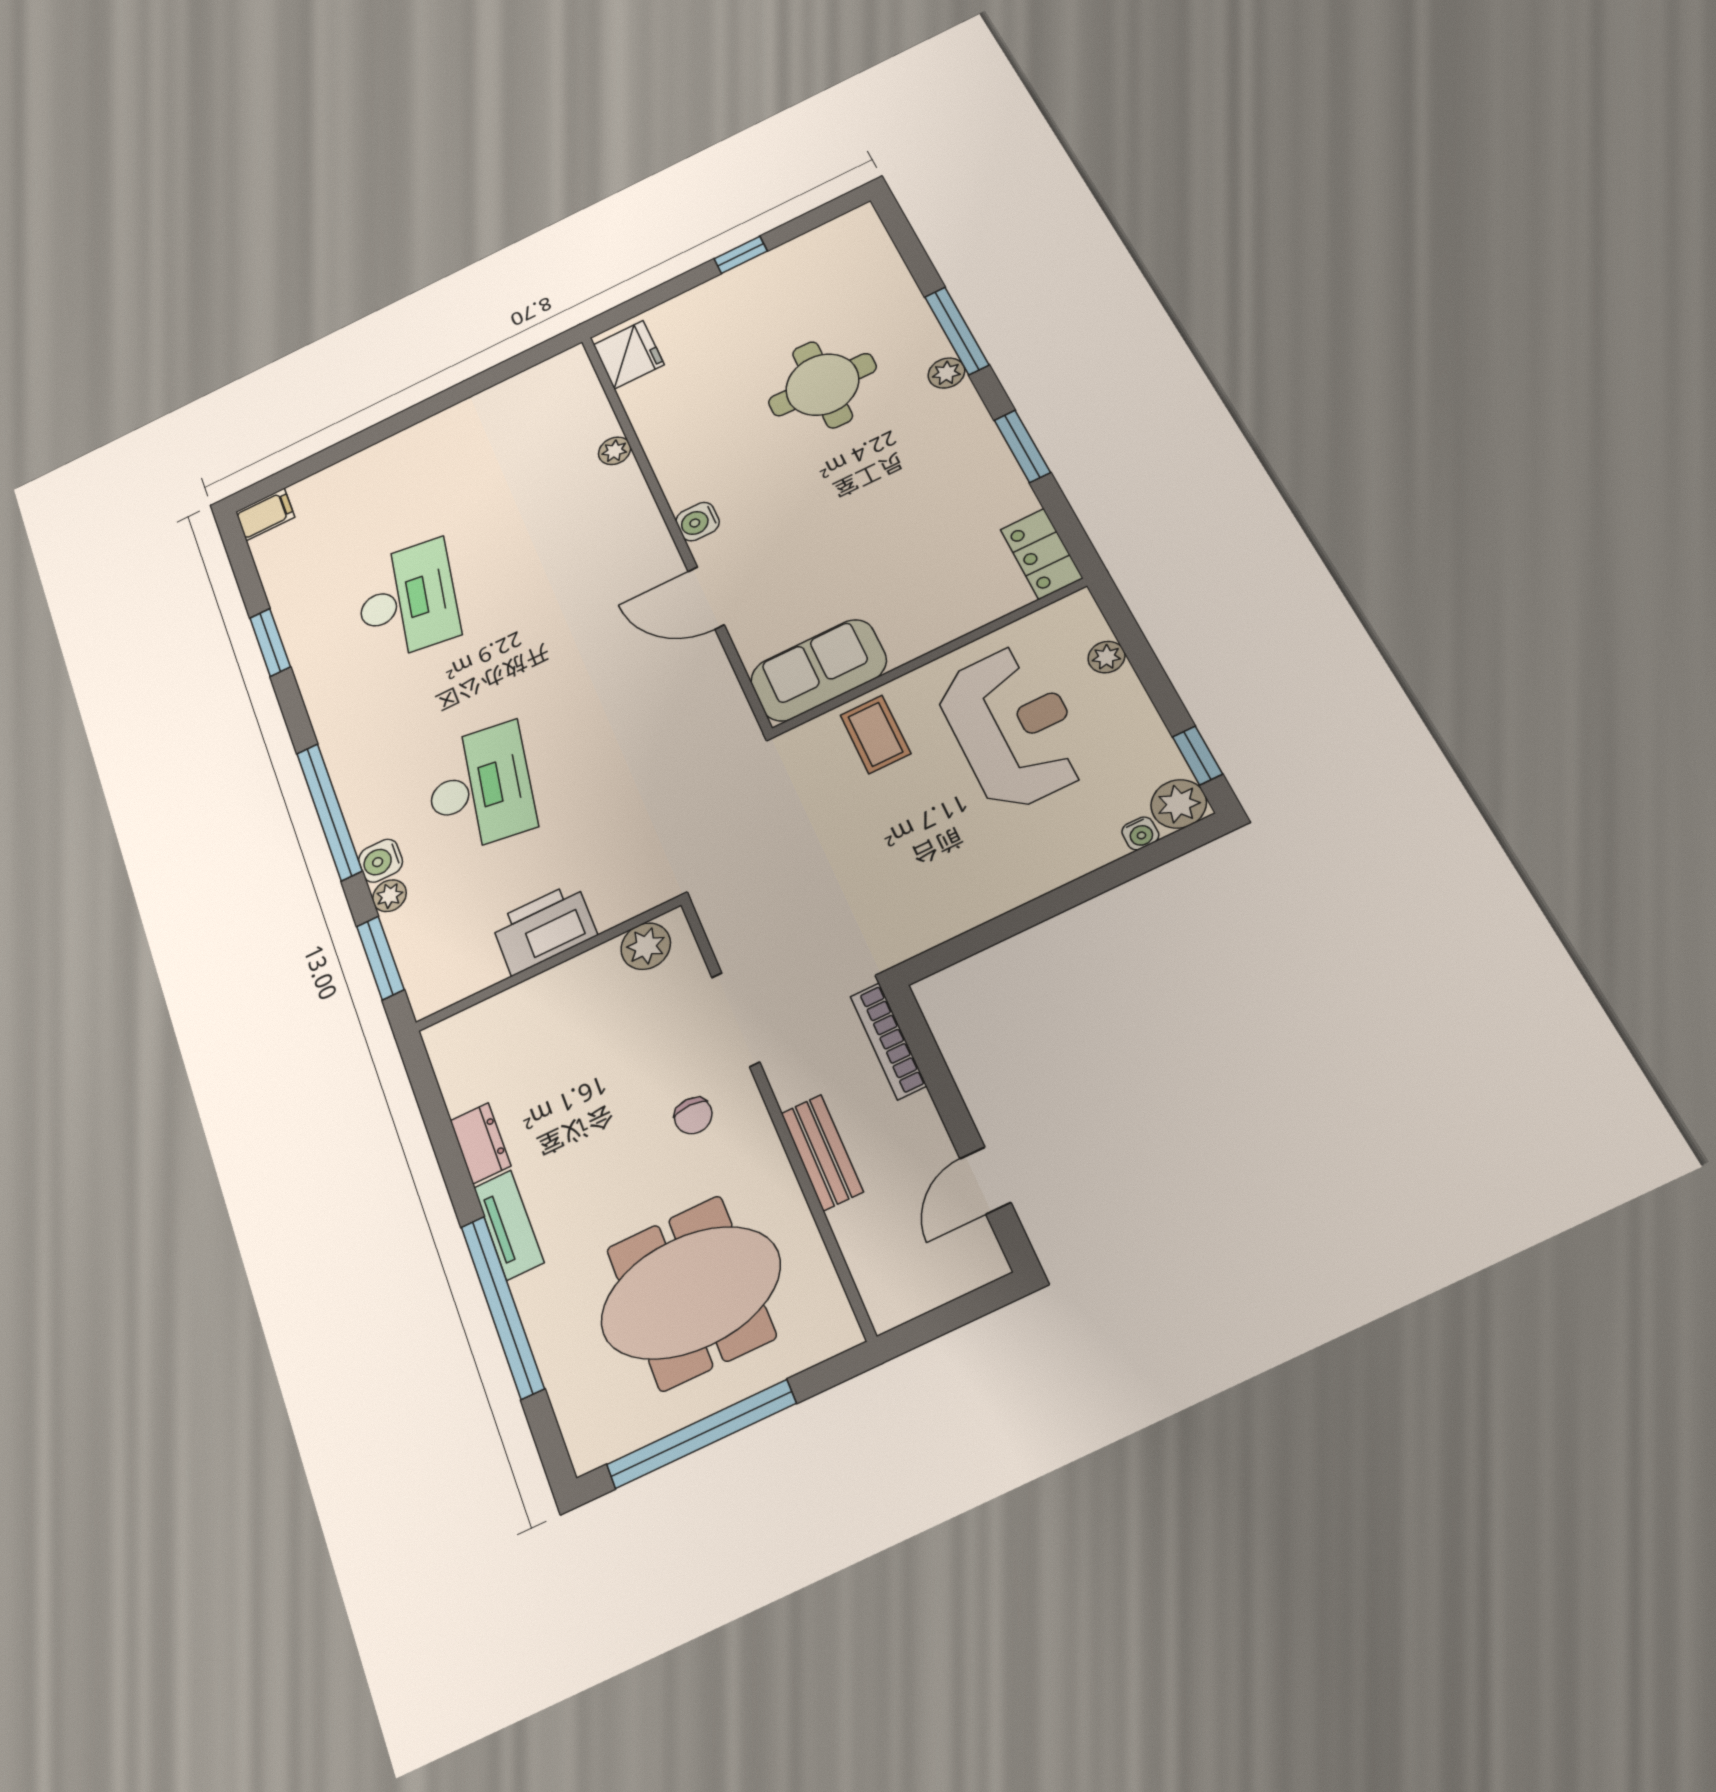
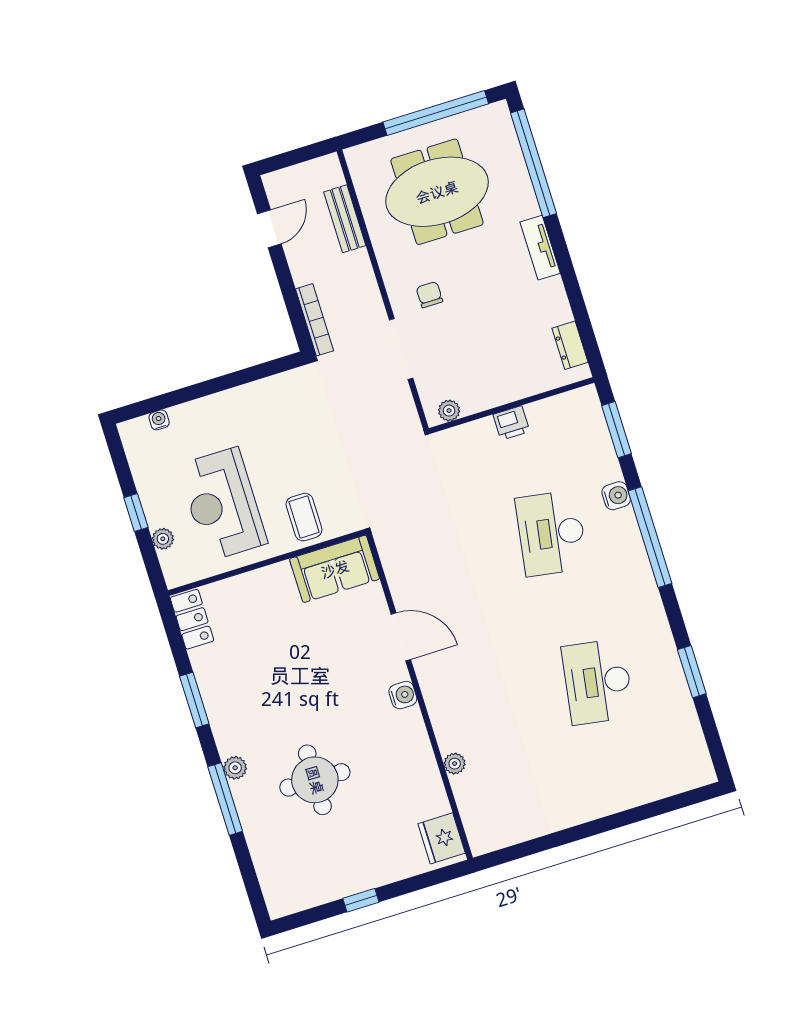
filing cabinet: (265, 514) -> (697, 774), removed
window: (1197, 755) -> (136, 512), moved
plant: (1179, 804) -> (135, 434), removed
plant: (389, 896) -> (610, 470), removed
printer: (544, 928) -> (511, 423), width x0.53, depth x0.68
plant: (646, 946) -> (449, 411), width x0.73, depth x0.73
dresser: (480, 1143) -> (570, 345), moved
bench: (822, 1152) -> (345, 219), moved
window: (502, 1307) -> (534, 163), moved

